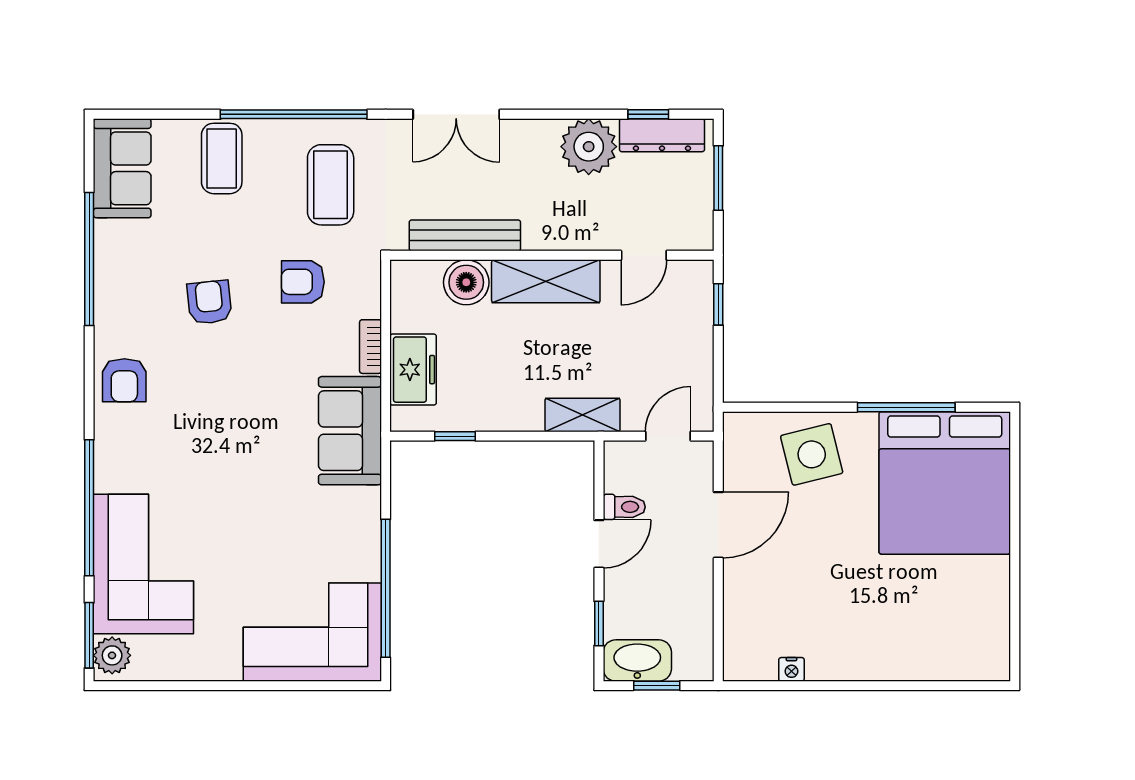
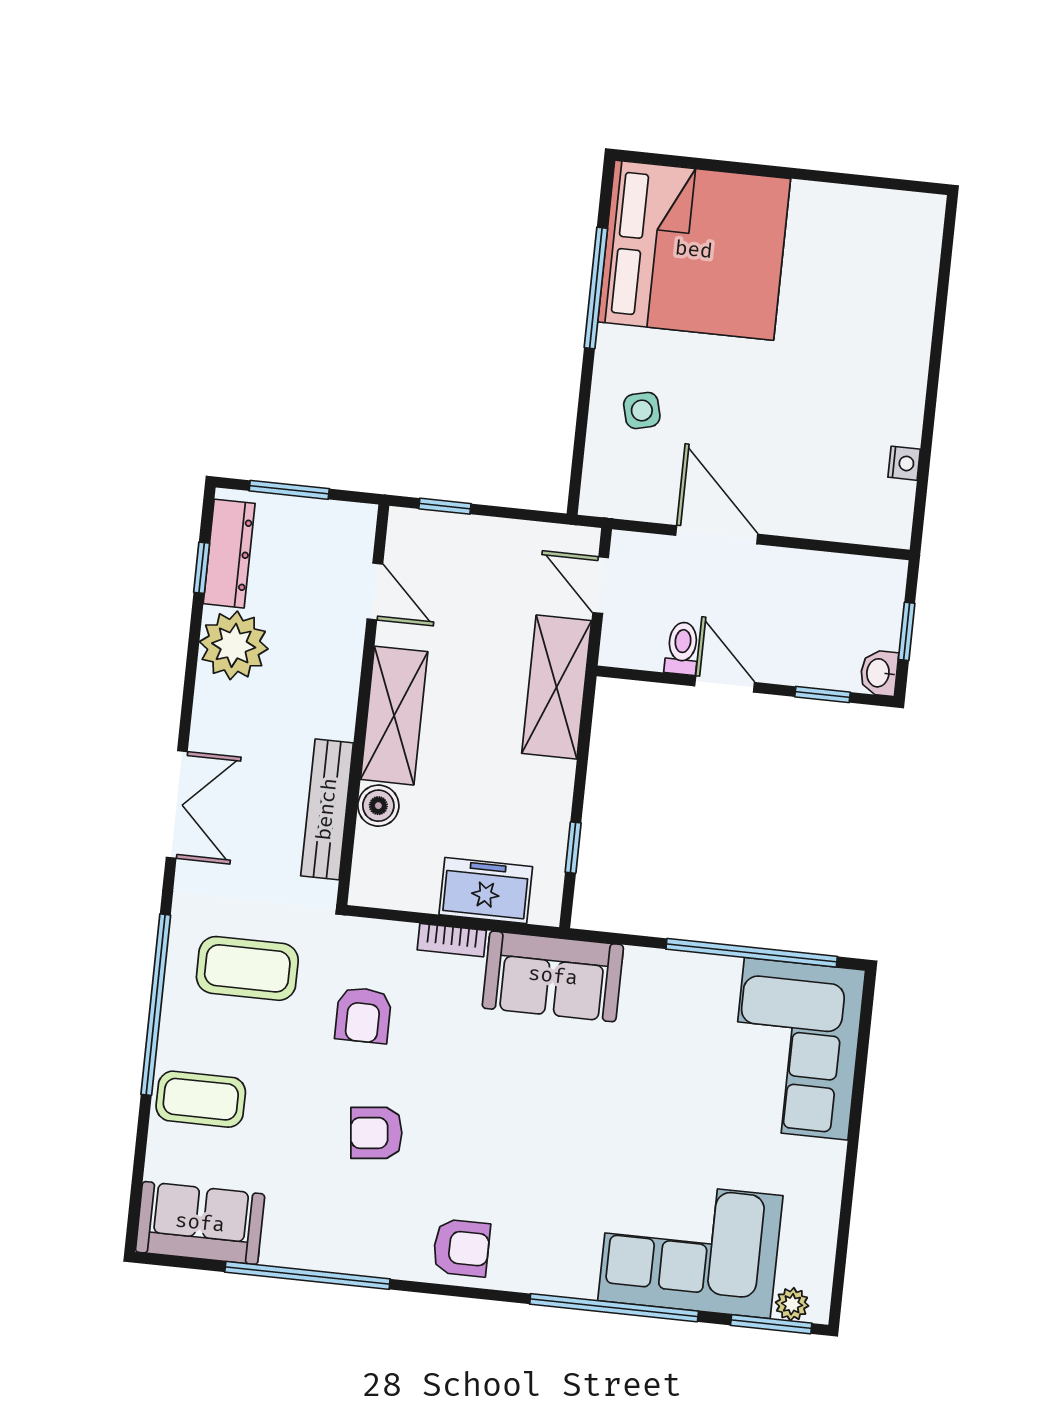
boiler: (466, 282) -> (378, 806), width x0.73, depth x0.73
shelving: (583, 415) -> (557, 687), width x1.50, depth x1.33
side table: (812, 454) -> (642, 410), width x0.54, depth x0.54
plant: (112, 655) -> (792, 1304), width x0.73, depth x0.73
washbasin: (637, 660) -> (879, 673), width x0.52, depth x0.69

